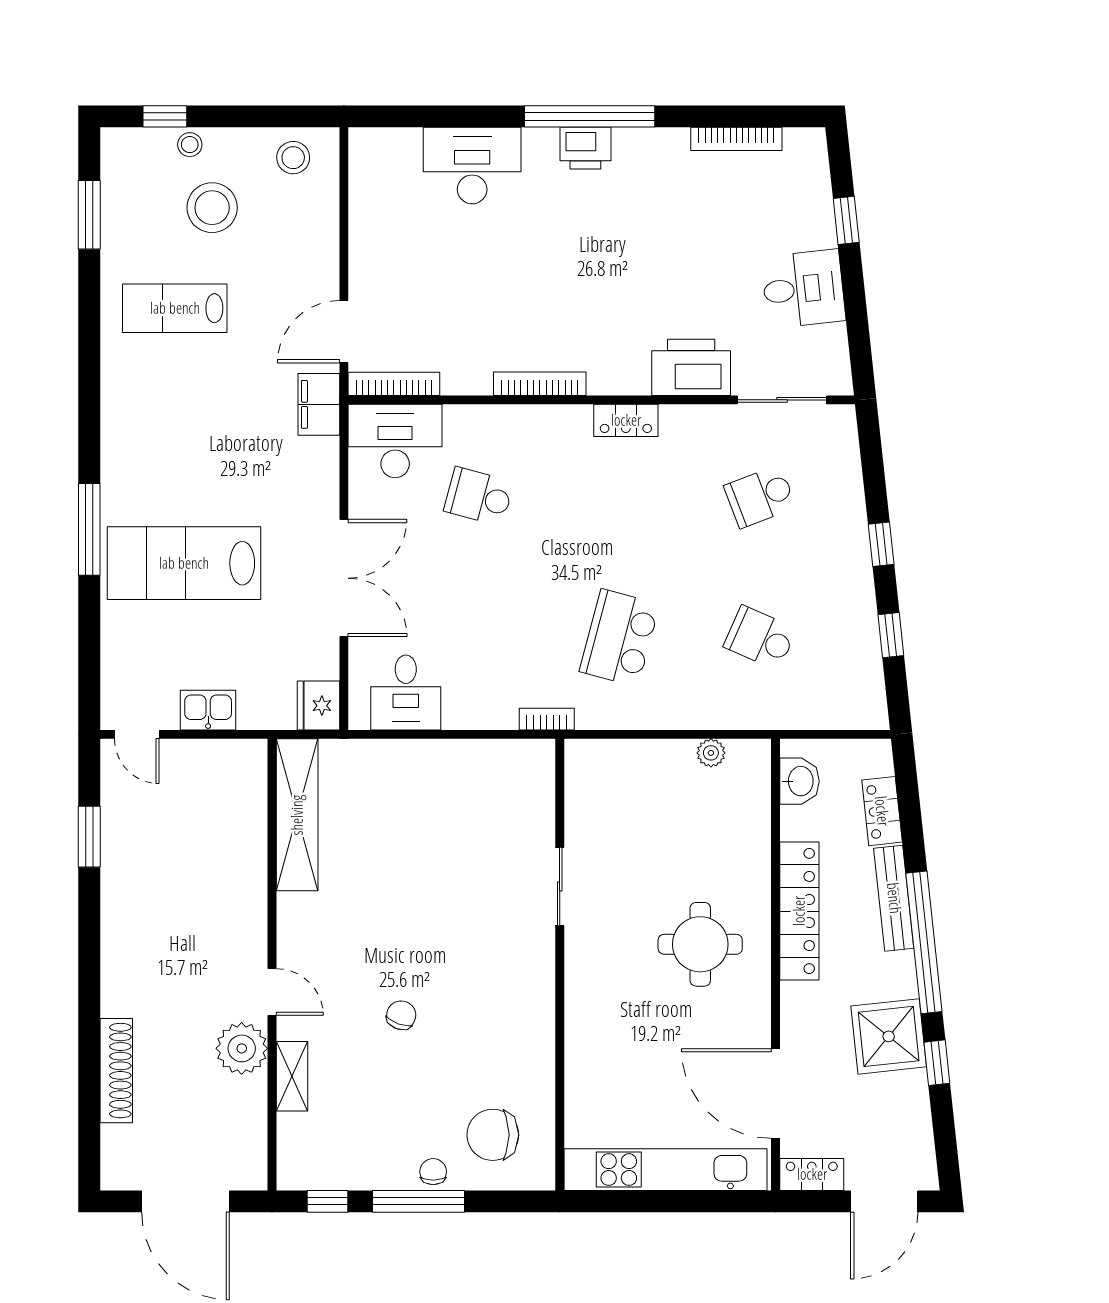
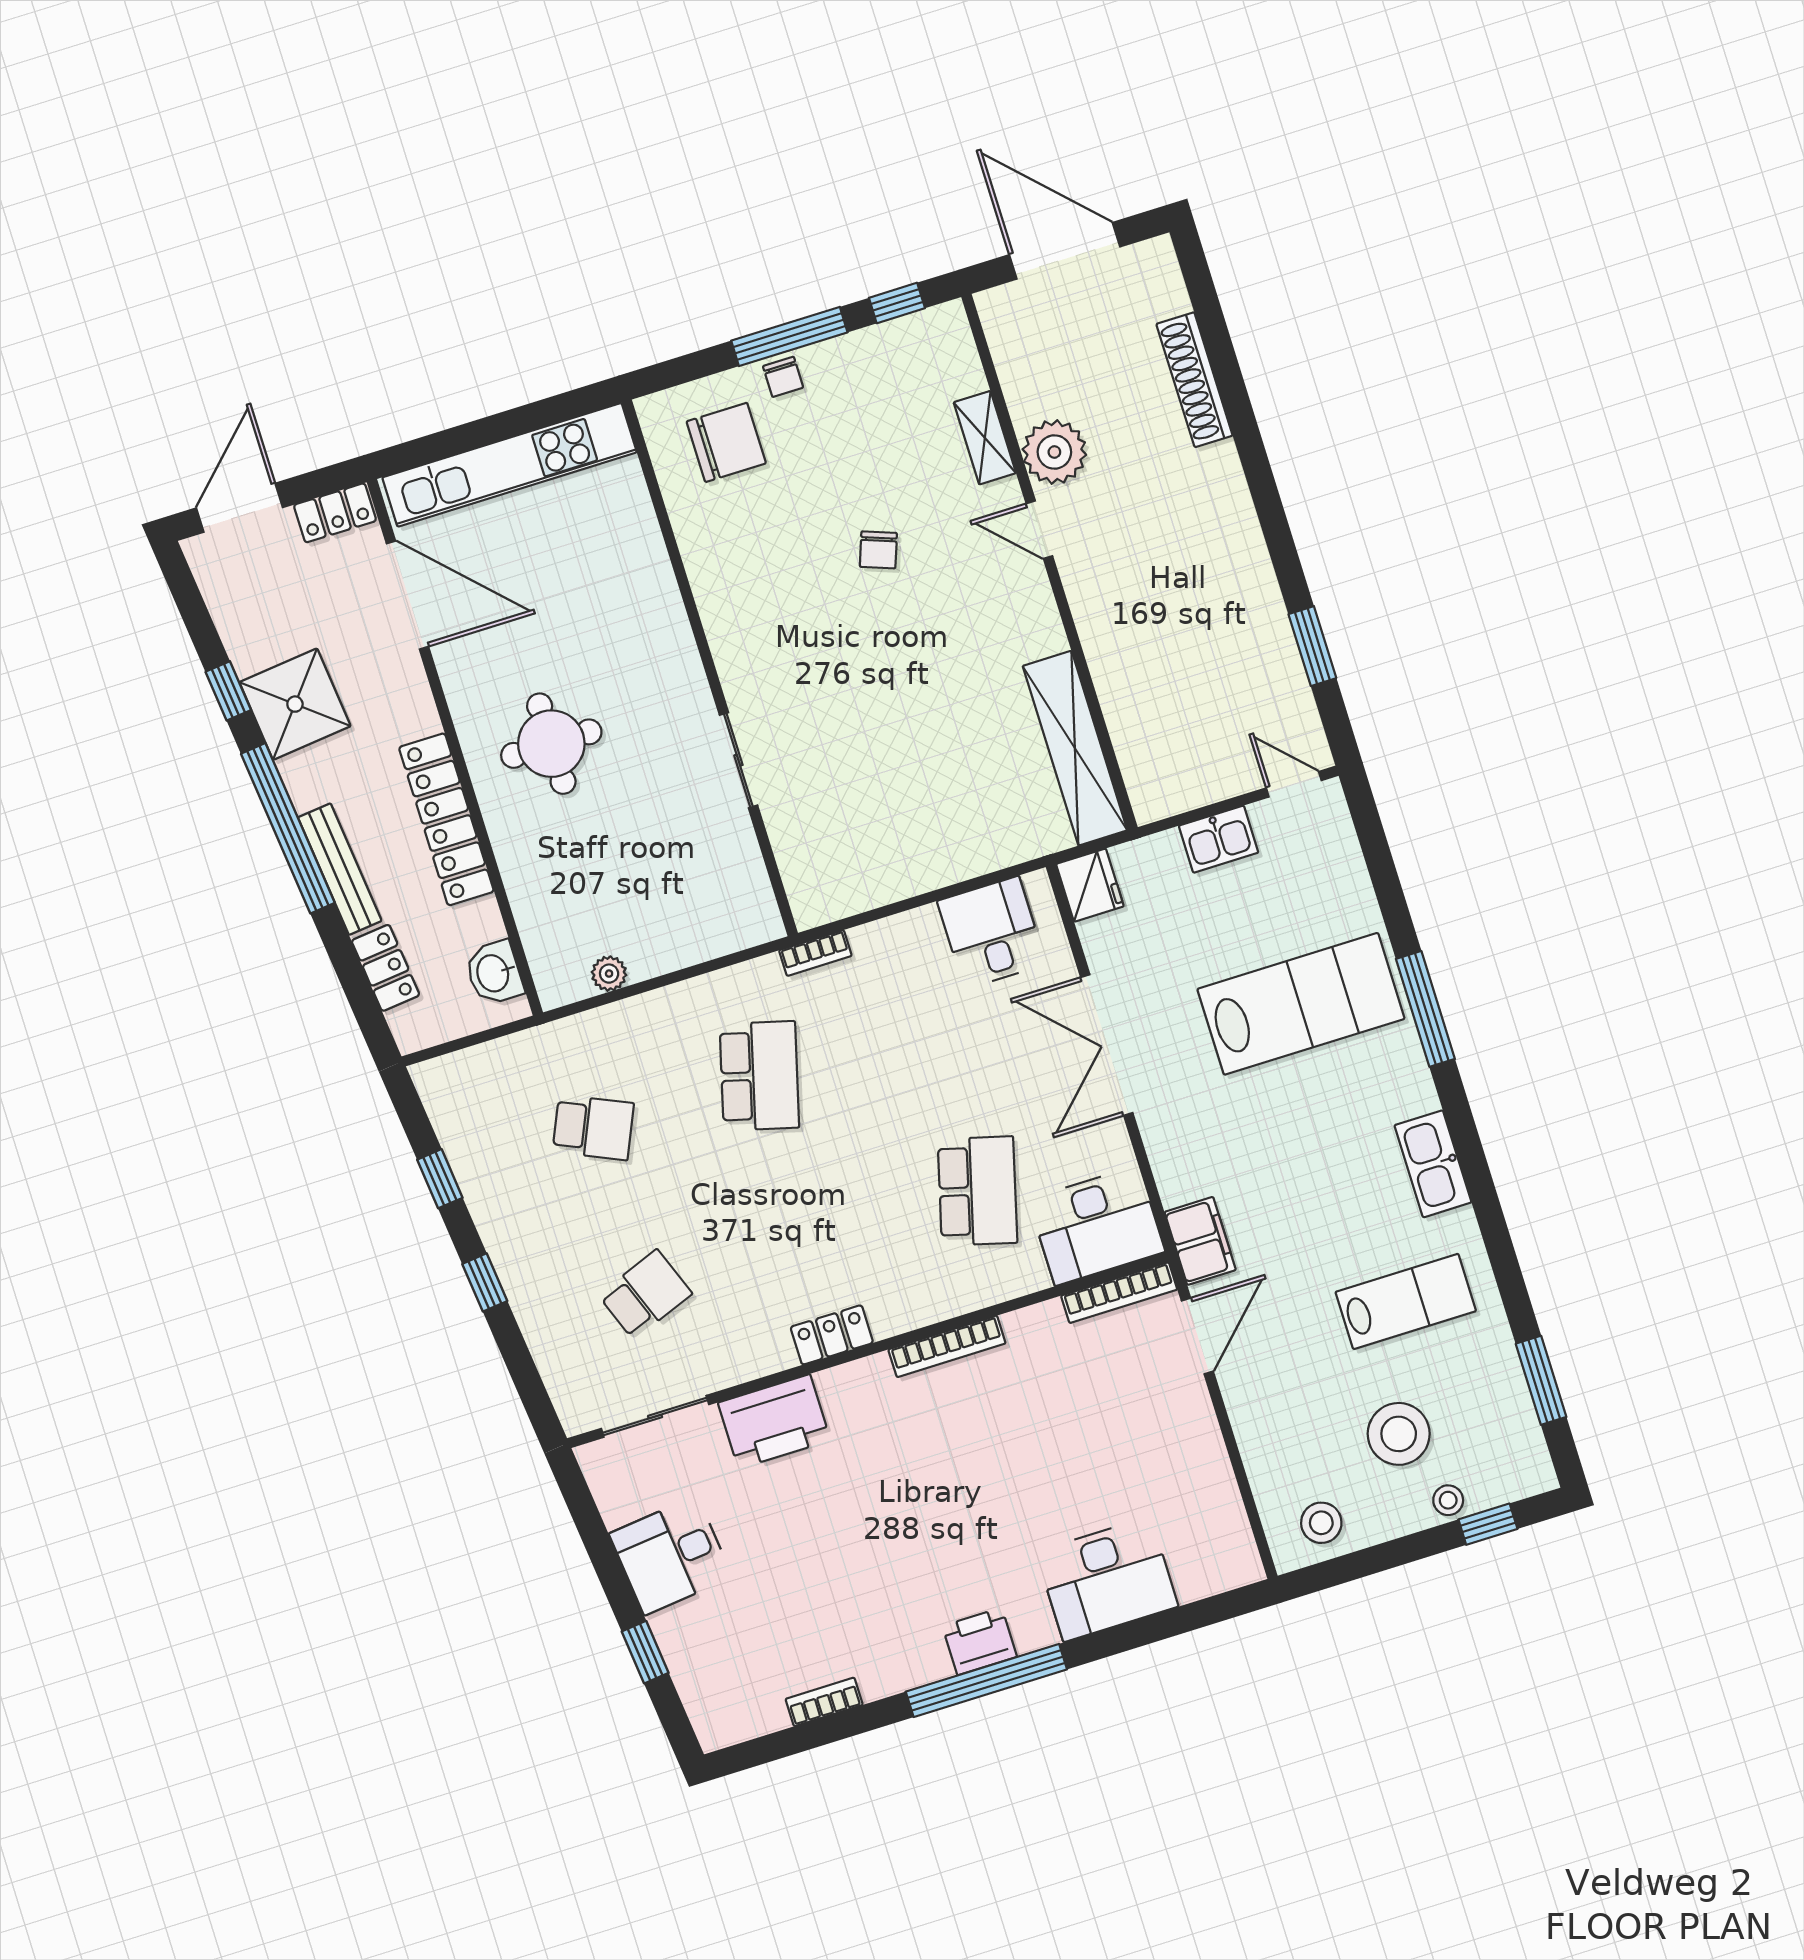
bookcase: (736, 139) -> (824, 1702), width x0.64
kitchen sink: (121, 408) -> (1433, 1164), added
school desk: (479, 496) -> (977, 1191), width x1.85

